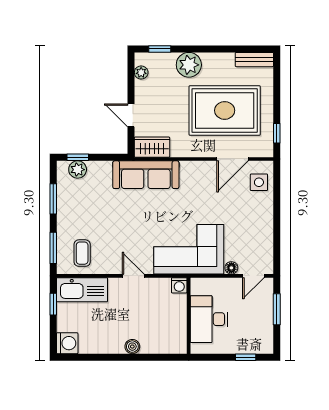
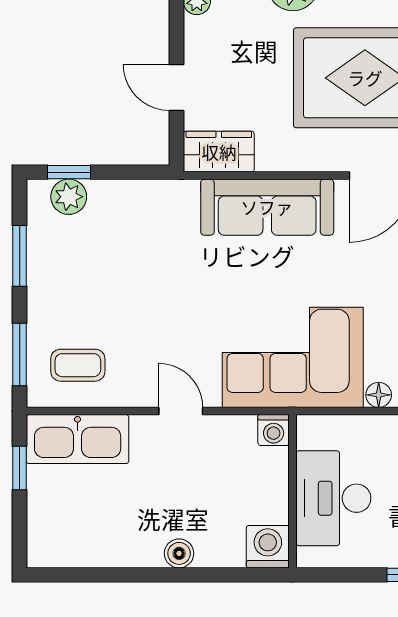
sofa: (146, 175) -> (267, 207), moved
coffee table: (82, 253) -> (78, 365), turned 90
washing machine: (67, 343) -> (268, 547), moved, turned -90

